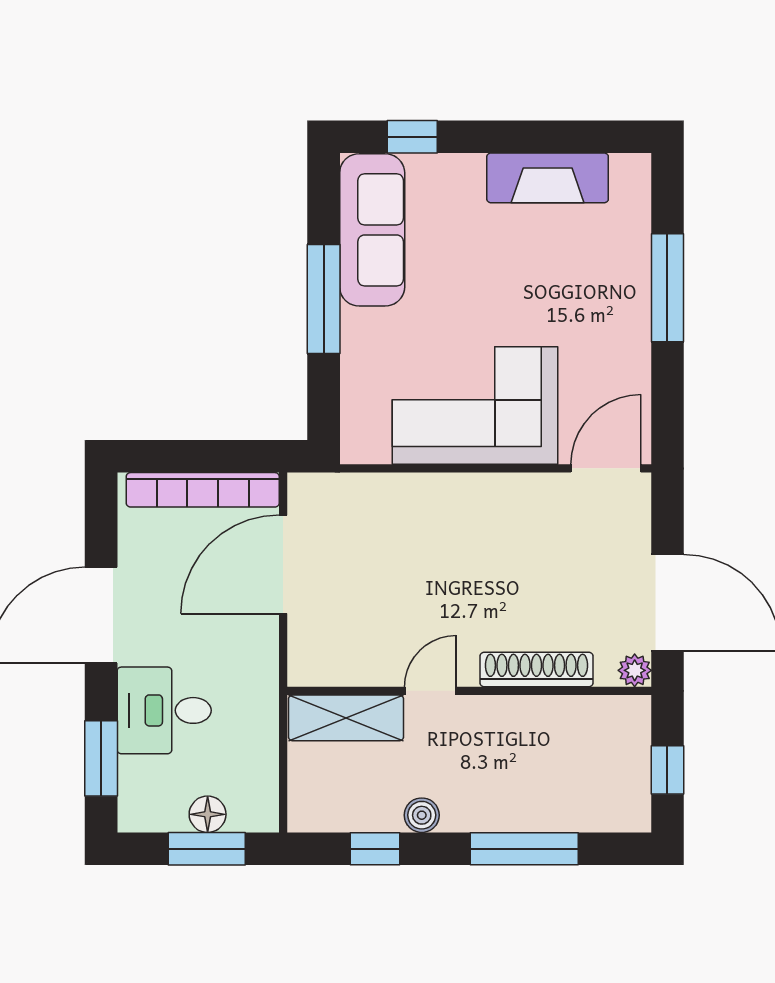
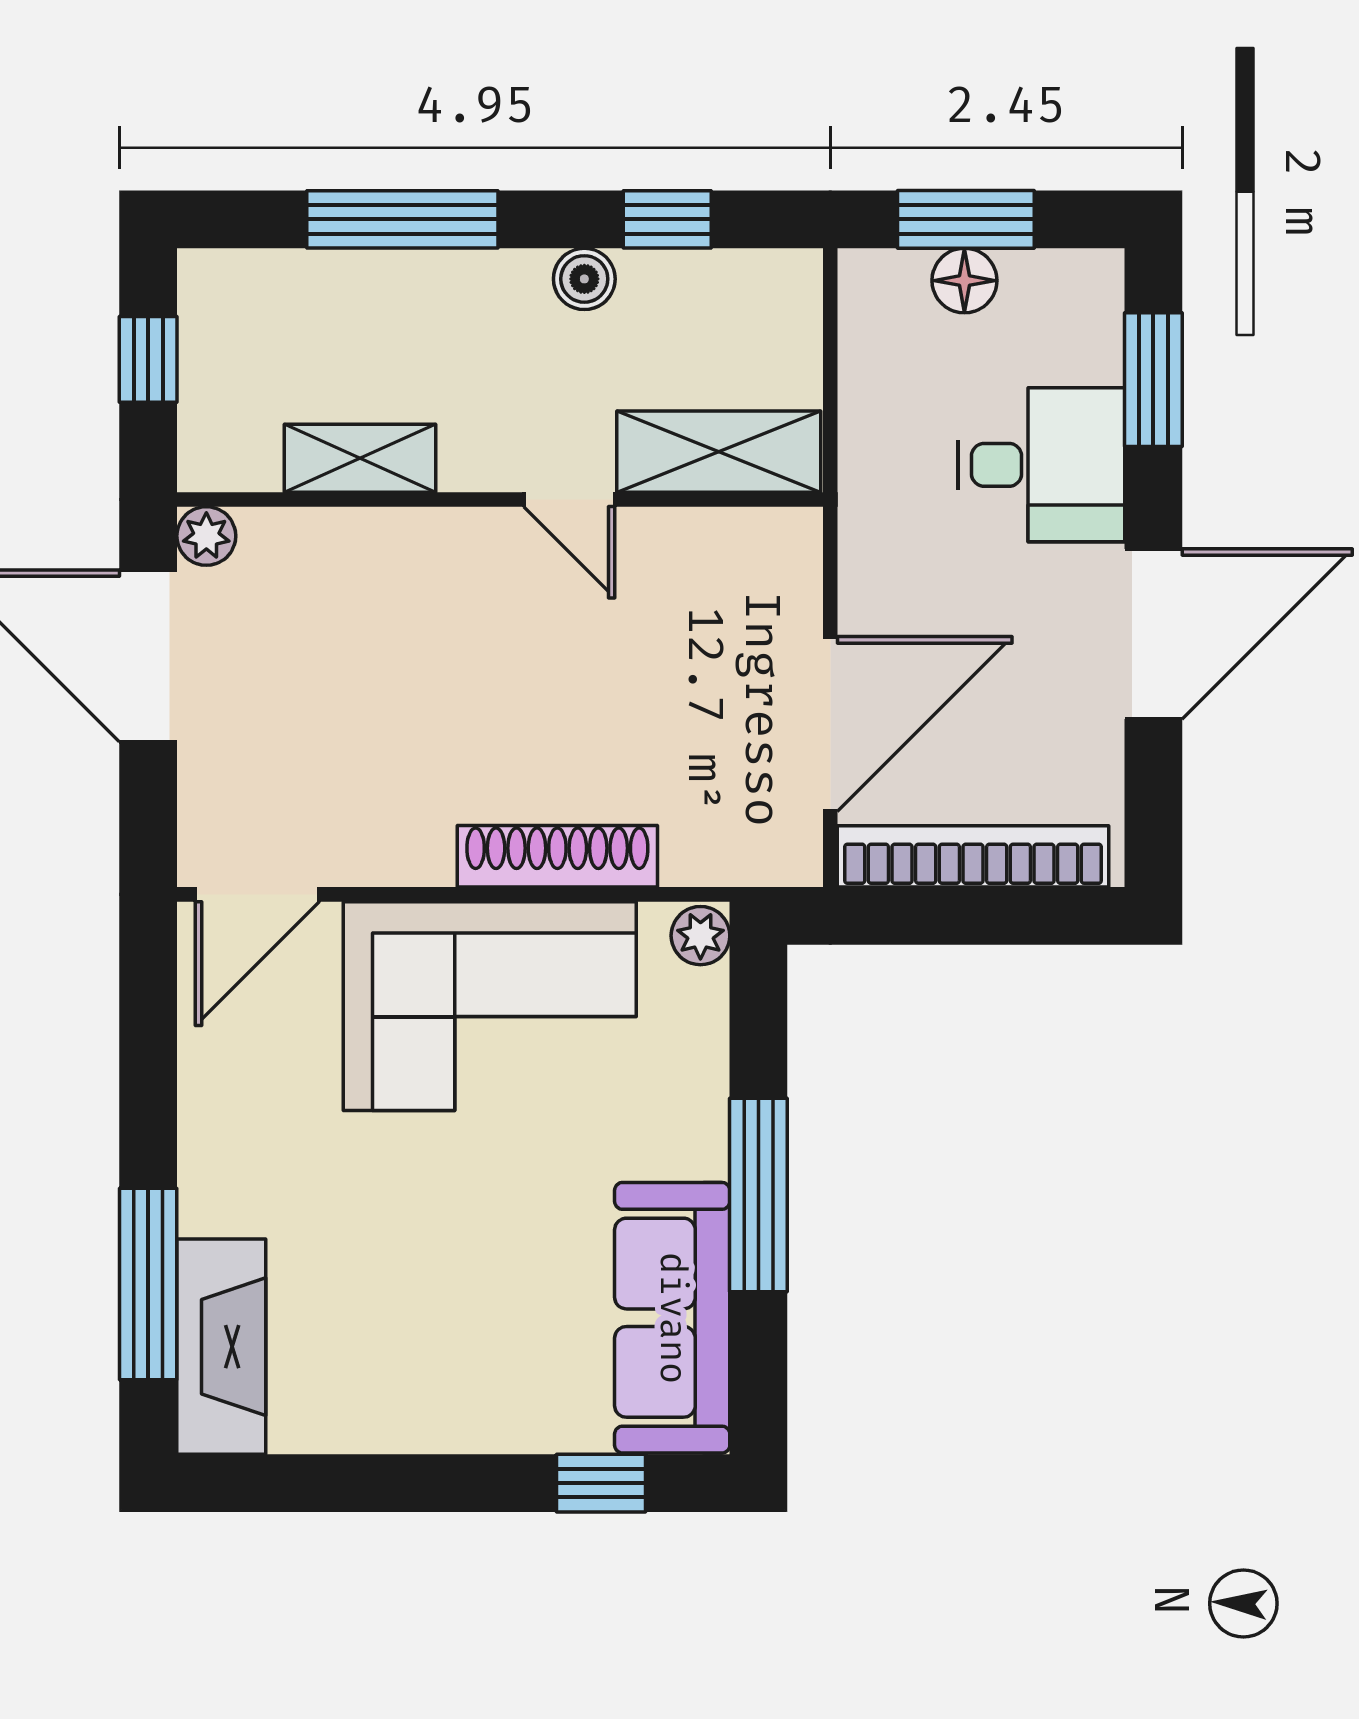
fireplace: (548, 178) -> (221, 1347), moved, turned 90
window: (667, 288) -> (148, 1284), moved
plant: (356, 445) -> (700, 936), added
shoe rack: (536, 669) -> (557, 856), moved, turned 180
door: (430, 691) -> (569, 499), hinge flipped
shelving: (548, 714) -> (360, 458), added

